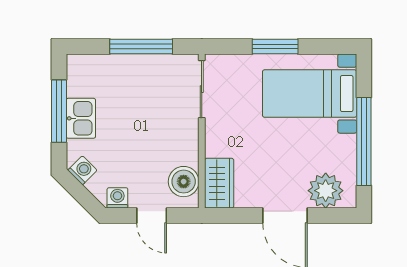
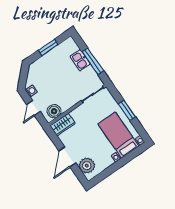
window: (59, 111) -> (48, 48), width x0.69
kitchen sink: (81, 118) -> (80, 60), moved, turned 90
window: (364, 142) -> (115, 167), removed
washing machine: (82, 170) -> (32, 71), removed

